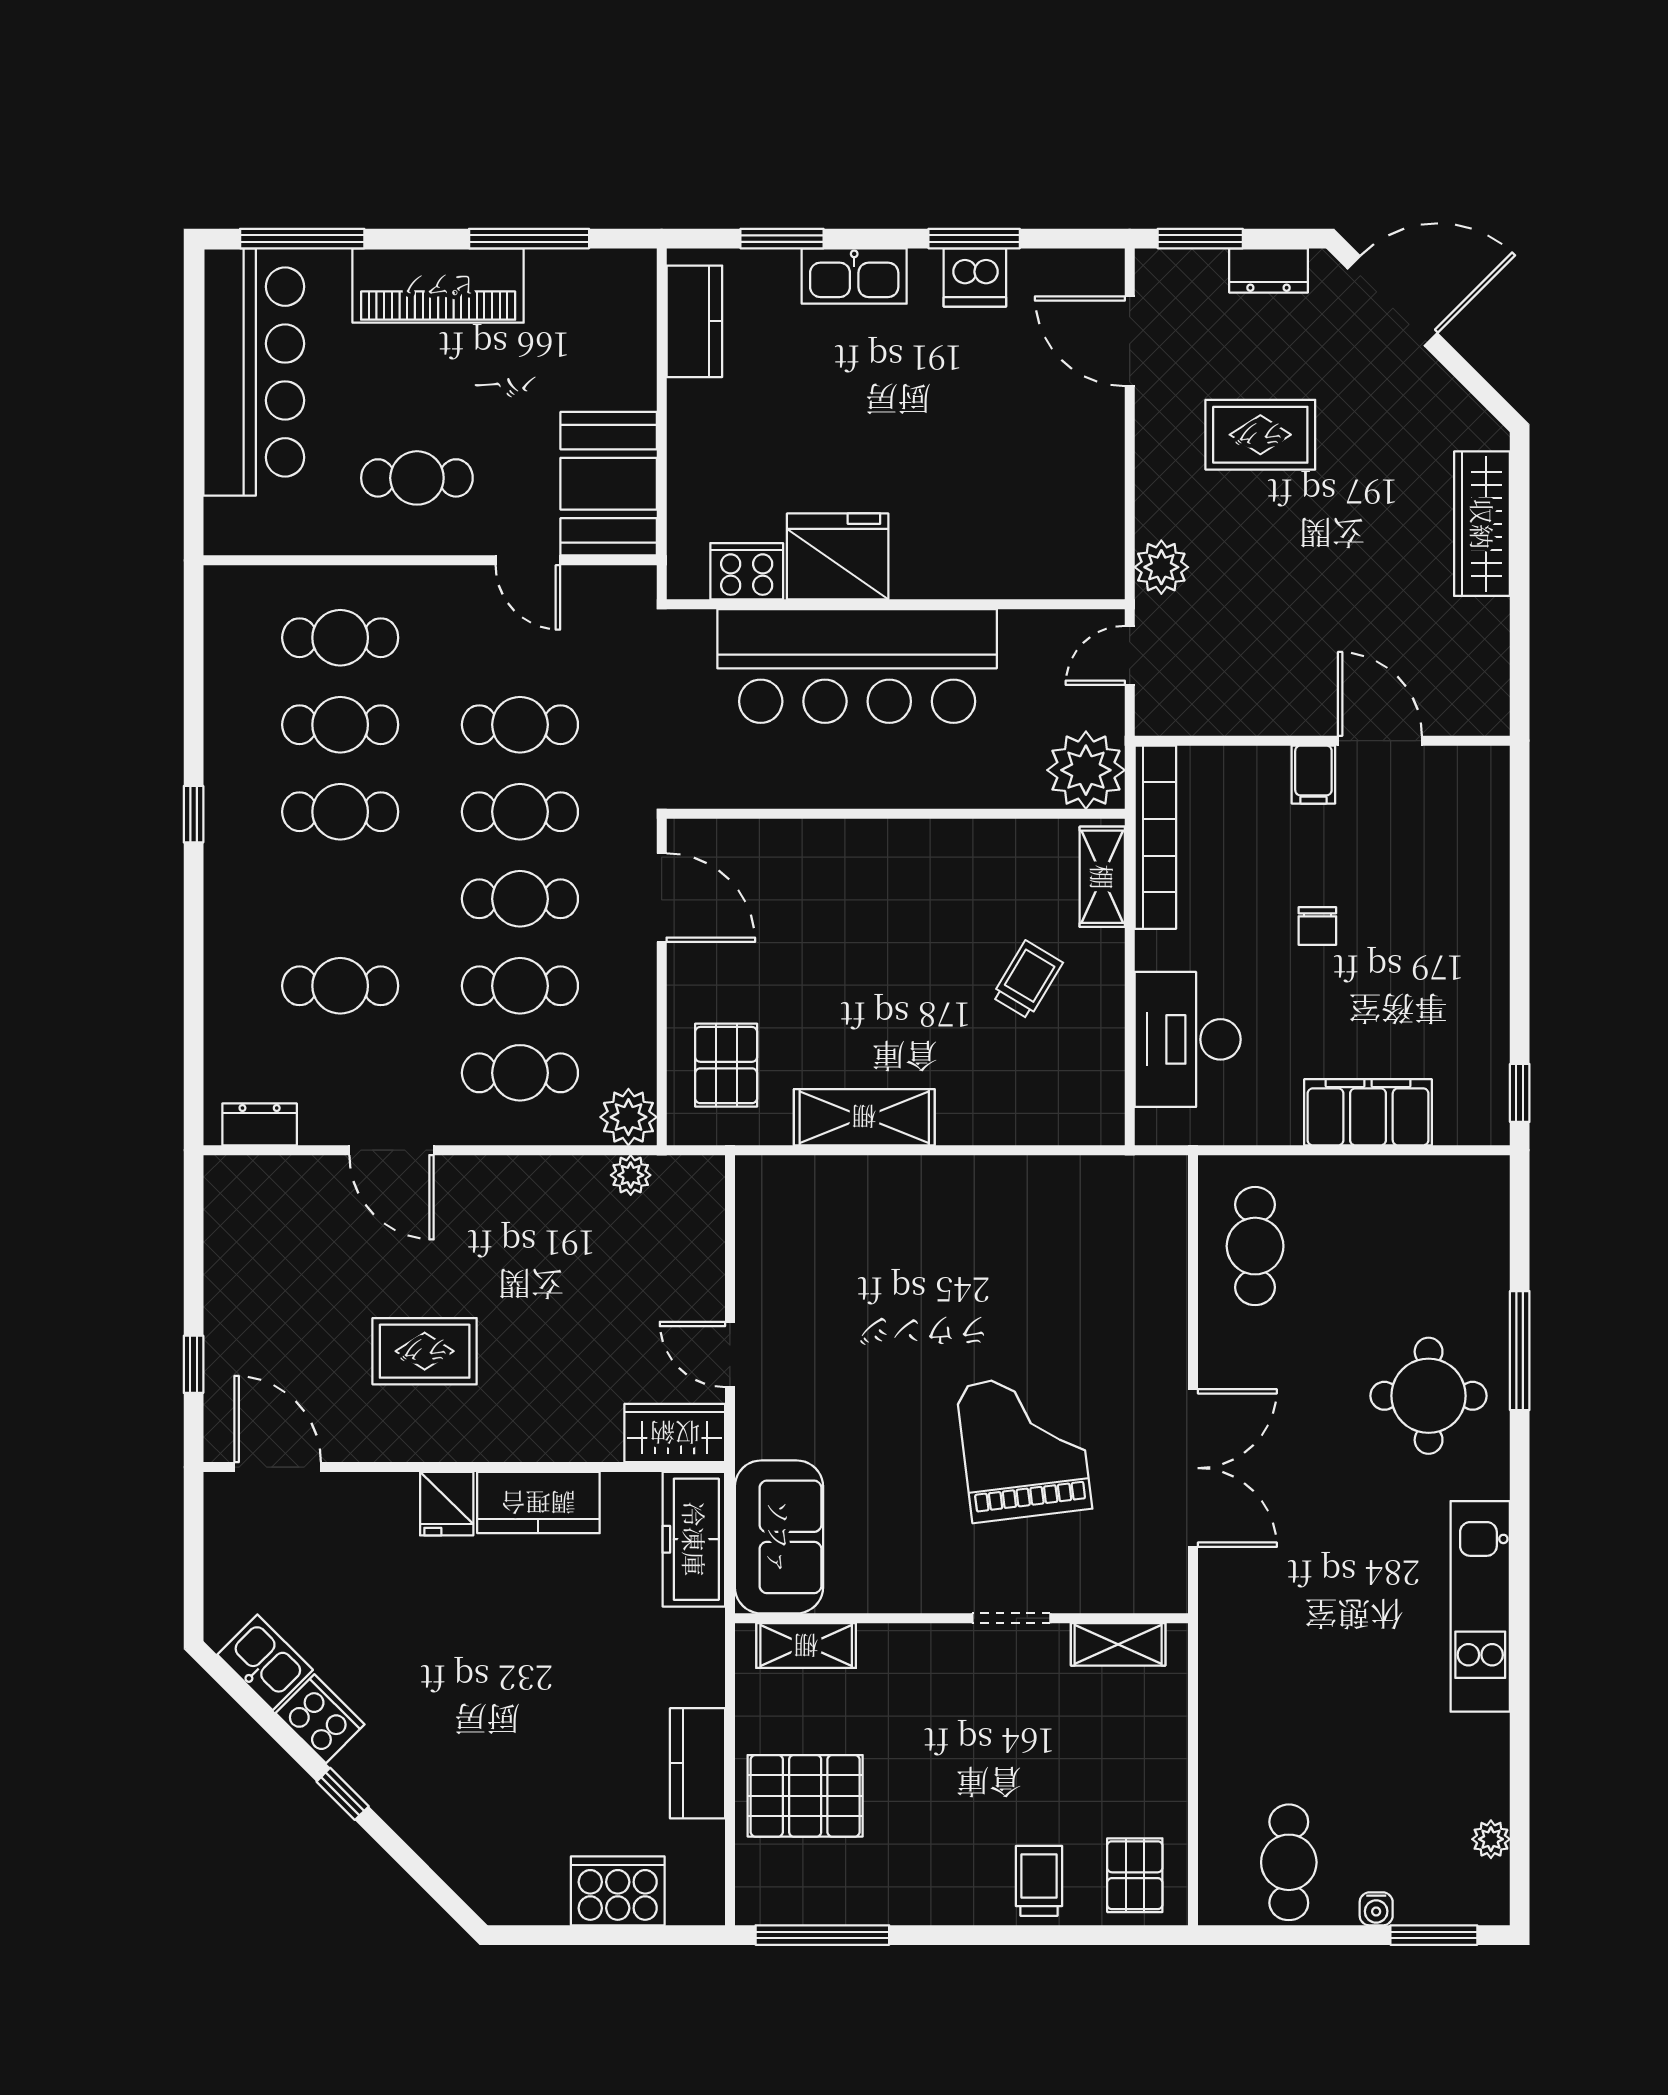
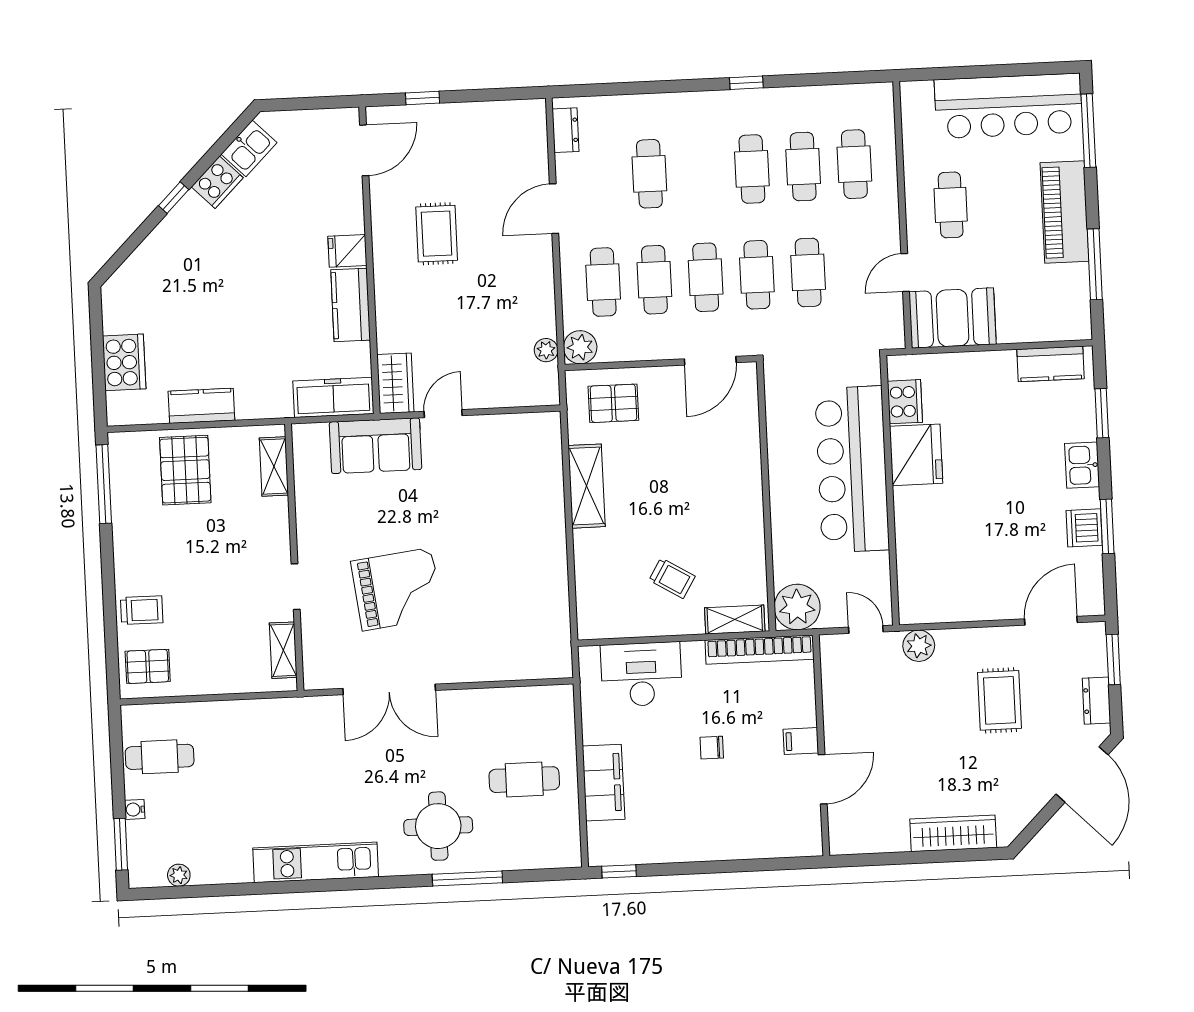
kitchen sink: (854, 276) -> (1082, 465), width x0.73
cafe table: (1255, 1246) -> (524, 780), moved
sofa: (779, 1537) -> (376, 446), moved

